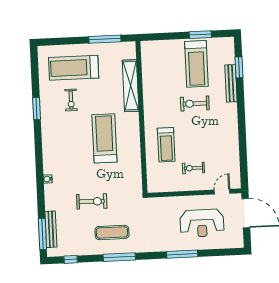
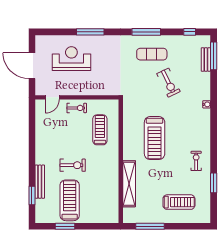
treadmill: (74, 68) -> (179, 202), width x0.73, depth x0.73
exercise bike: (71, 100) -> (196, 161), moved
window: (37, 109) -> (214, 183), moved
door: (222, 192) -> (52, 97), moved
wall: (194, 193) -> (77, 97), moved
exercise bike: (92, 201) -> (168, 83), turned -117
bench: (51, 229) -> (206, 60), width x0.73

